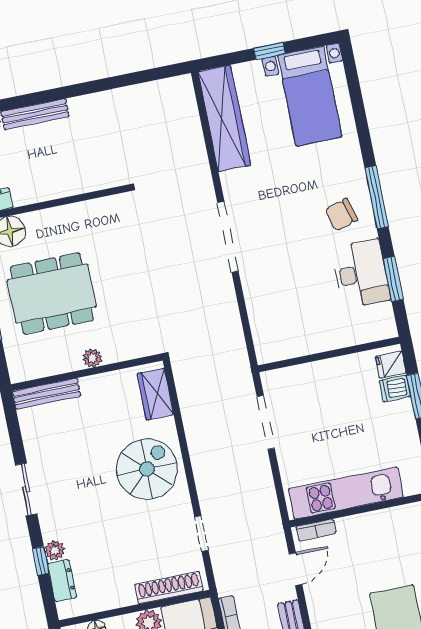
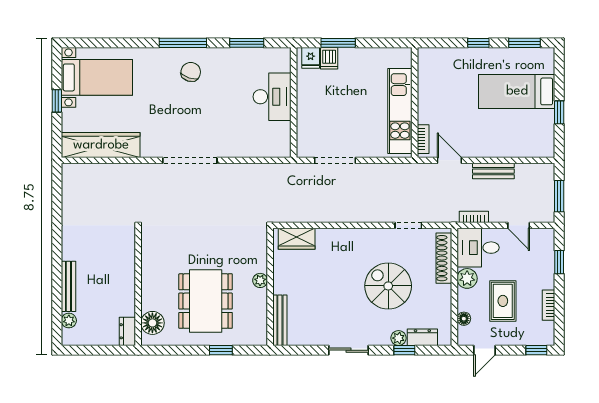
chair: (341, 215) -> (191, 72), turned -146
desk: (361, 274) -> (272, 97), moved, turned 90
spiral stairs: (147, 469) -> (388, 286), moved

